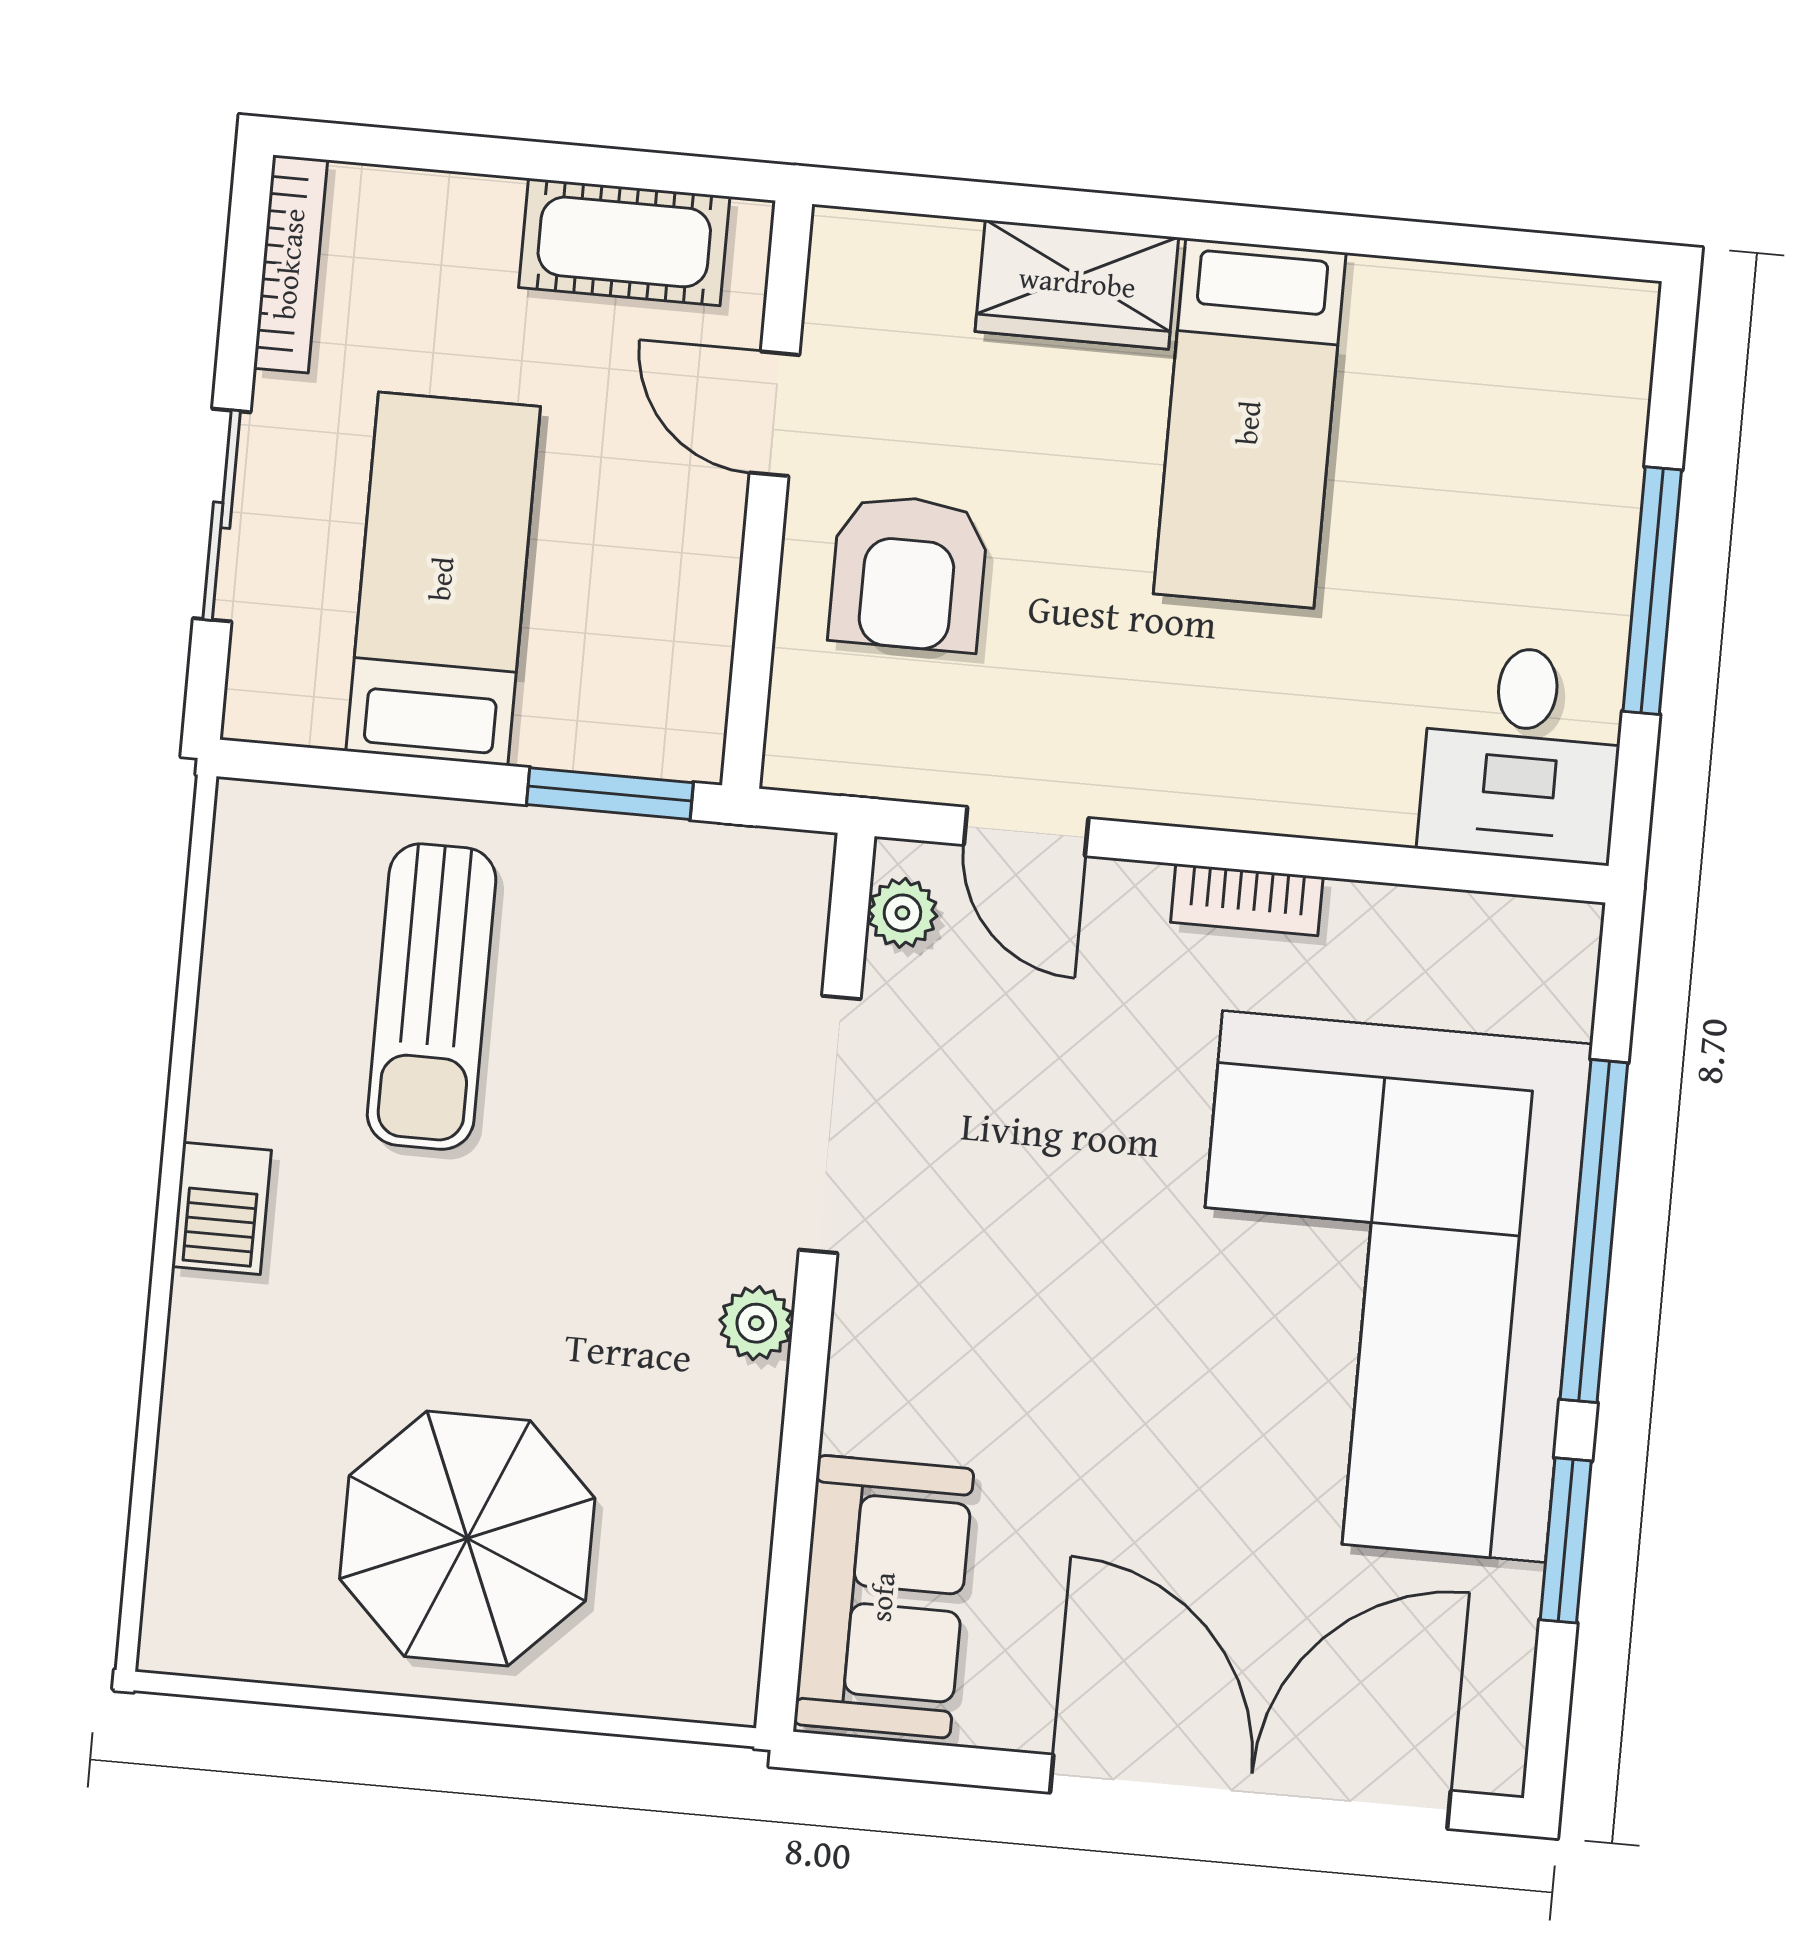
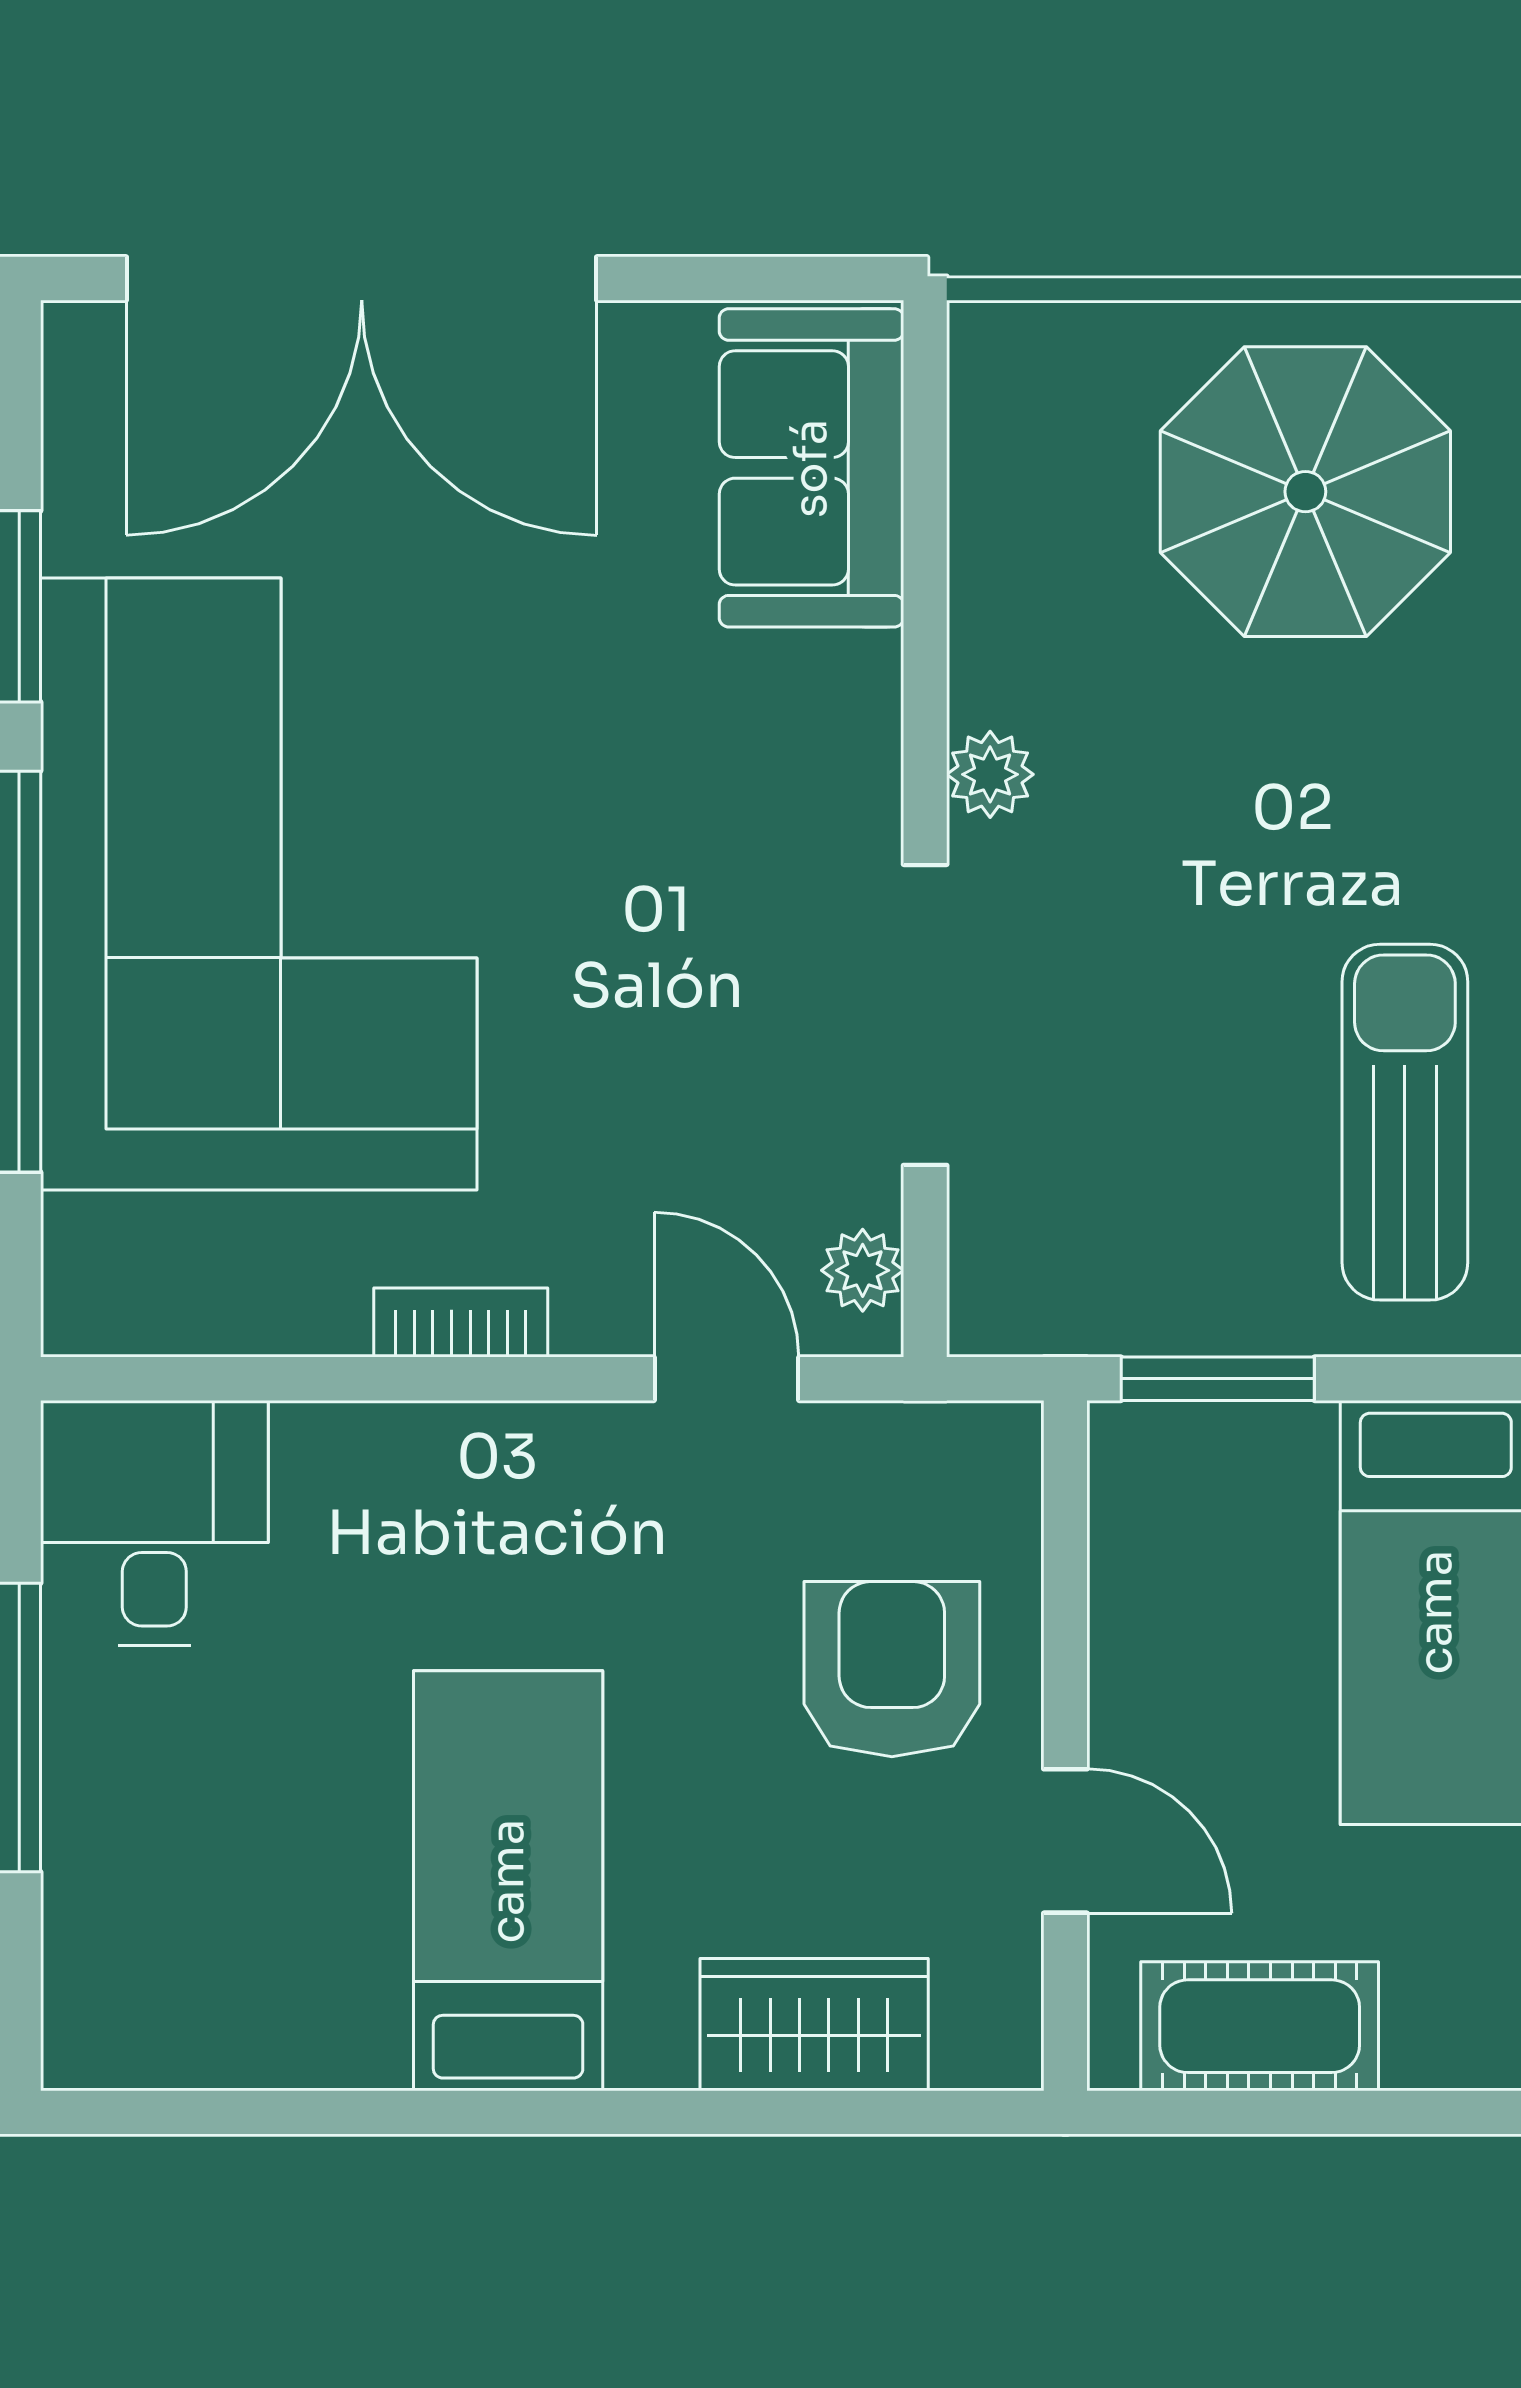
wardrobe: (1077, 284) -> (814, 2025), moved

